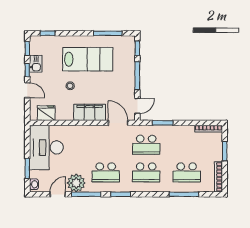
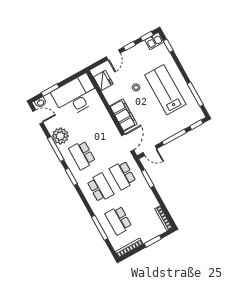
lab bench: (88, 59) -> (165, 90), turned 180
kitchen sink: (36, 64) -> (154, 41), moved
school desk: (146, 172) -> (100, 188), turned 180
door: (58, 194) -> (38, 117), moved

